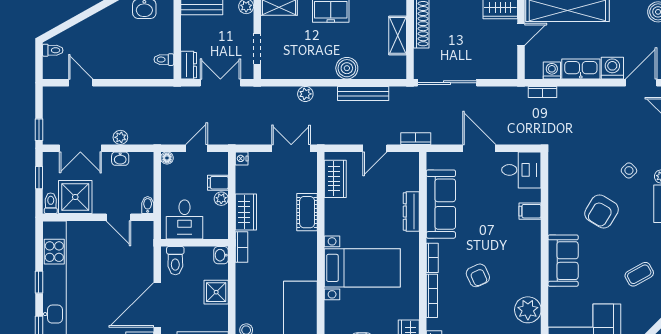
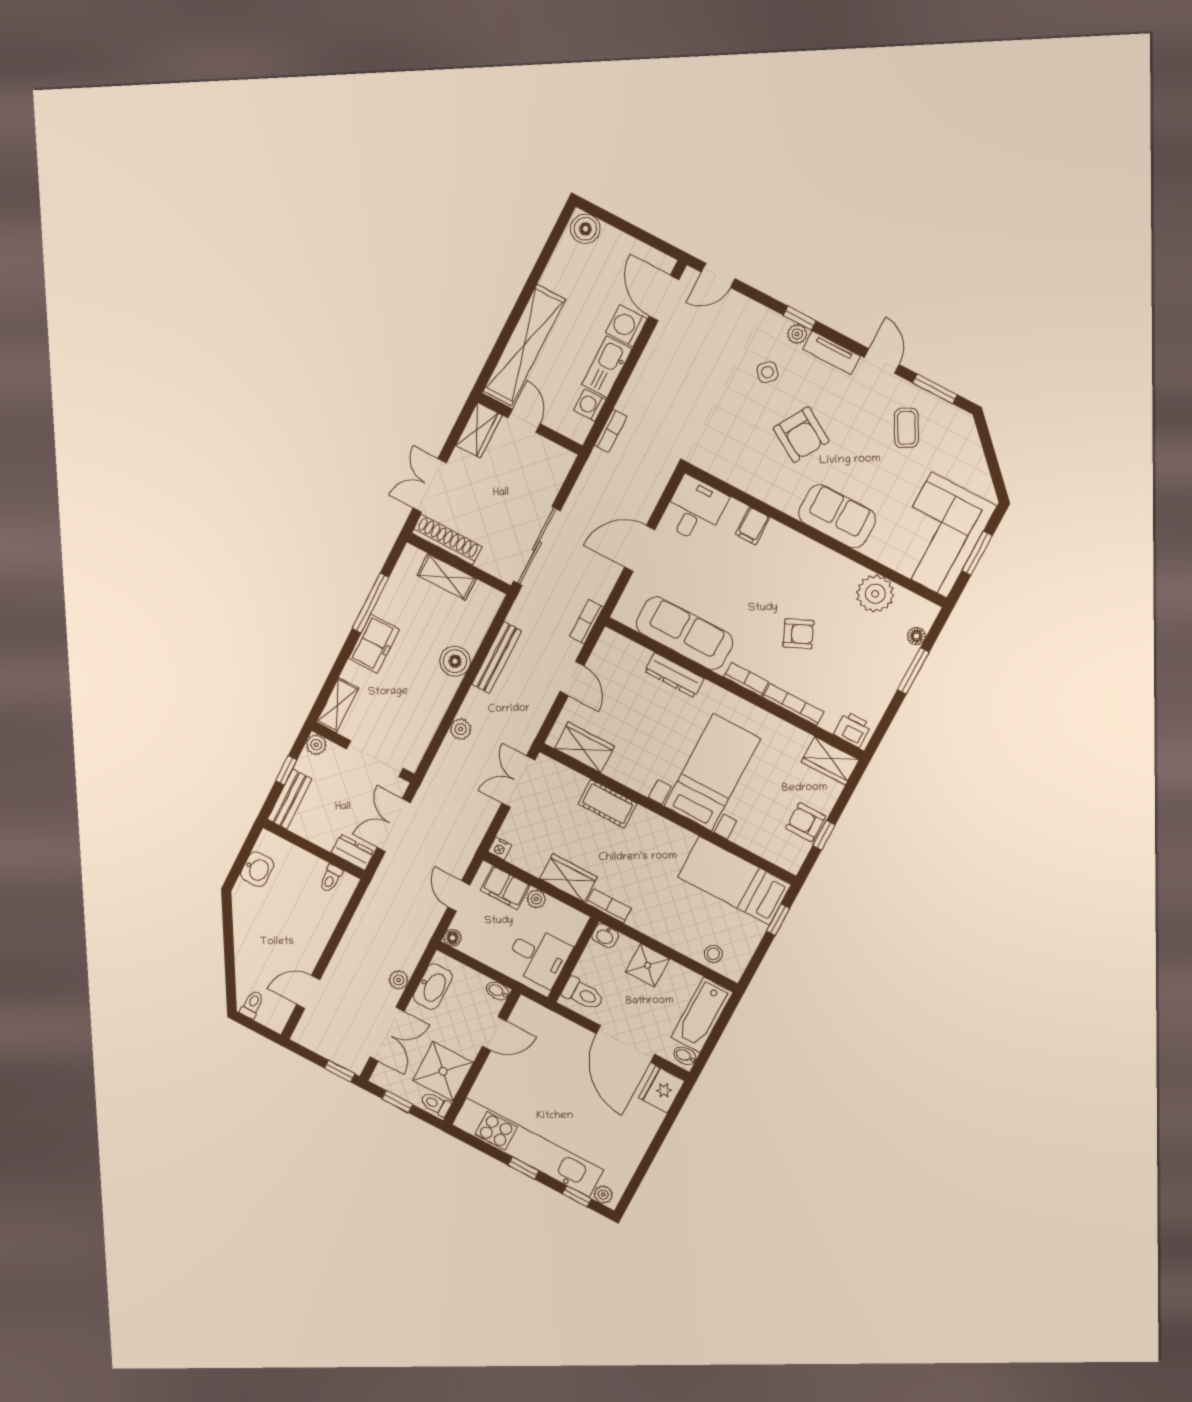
doorway: (257, 49) -> (375, 759), width x1.38
washbasin: (120, 159) -> (433, 987), width x1.91, depth x1.45
filing cabinet: (218, 183) -> (505, 888), width x2.00

